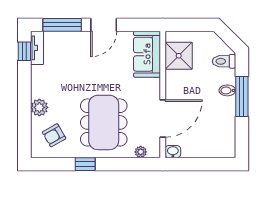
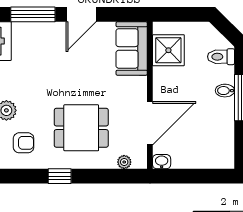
dining table: (104, 122) -> (81, 128), width x0.73
armchair: (54, 135) -> (24, 143), turned -150

